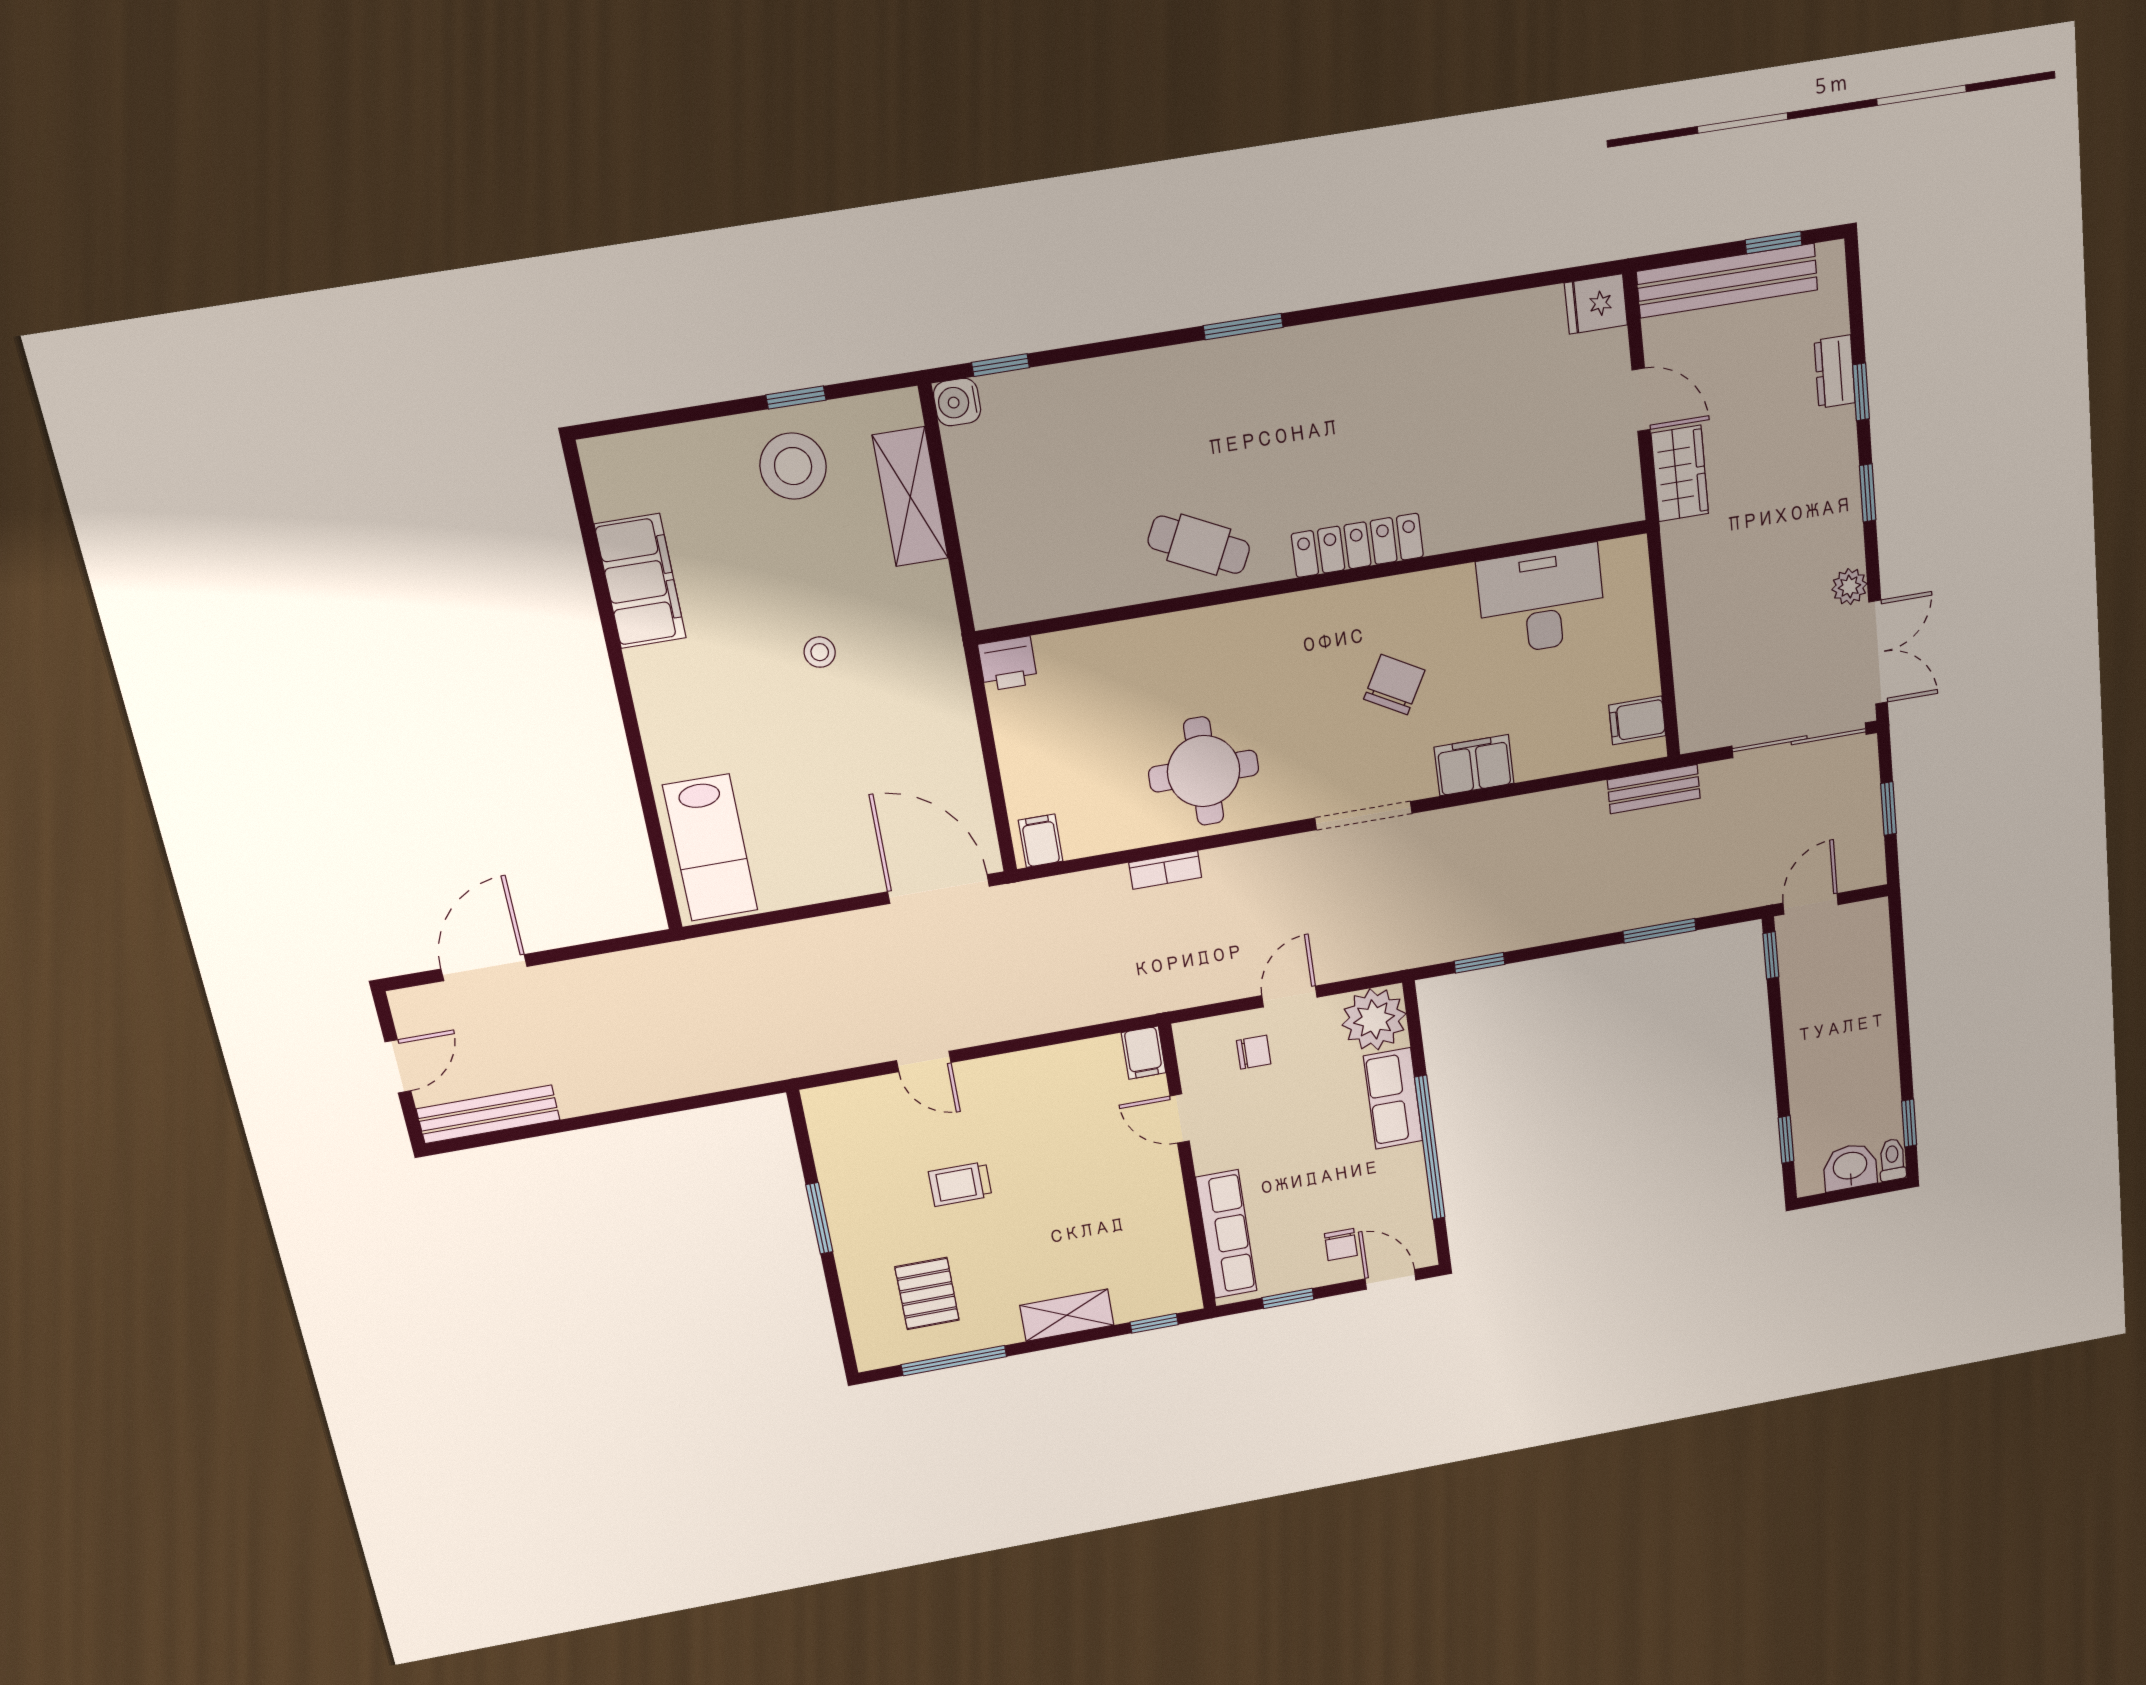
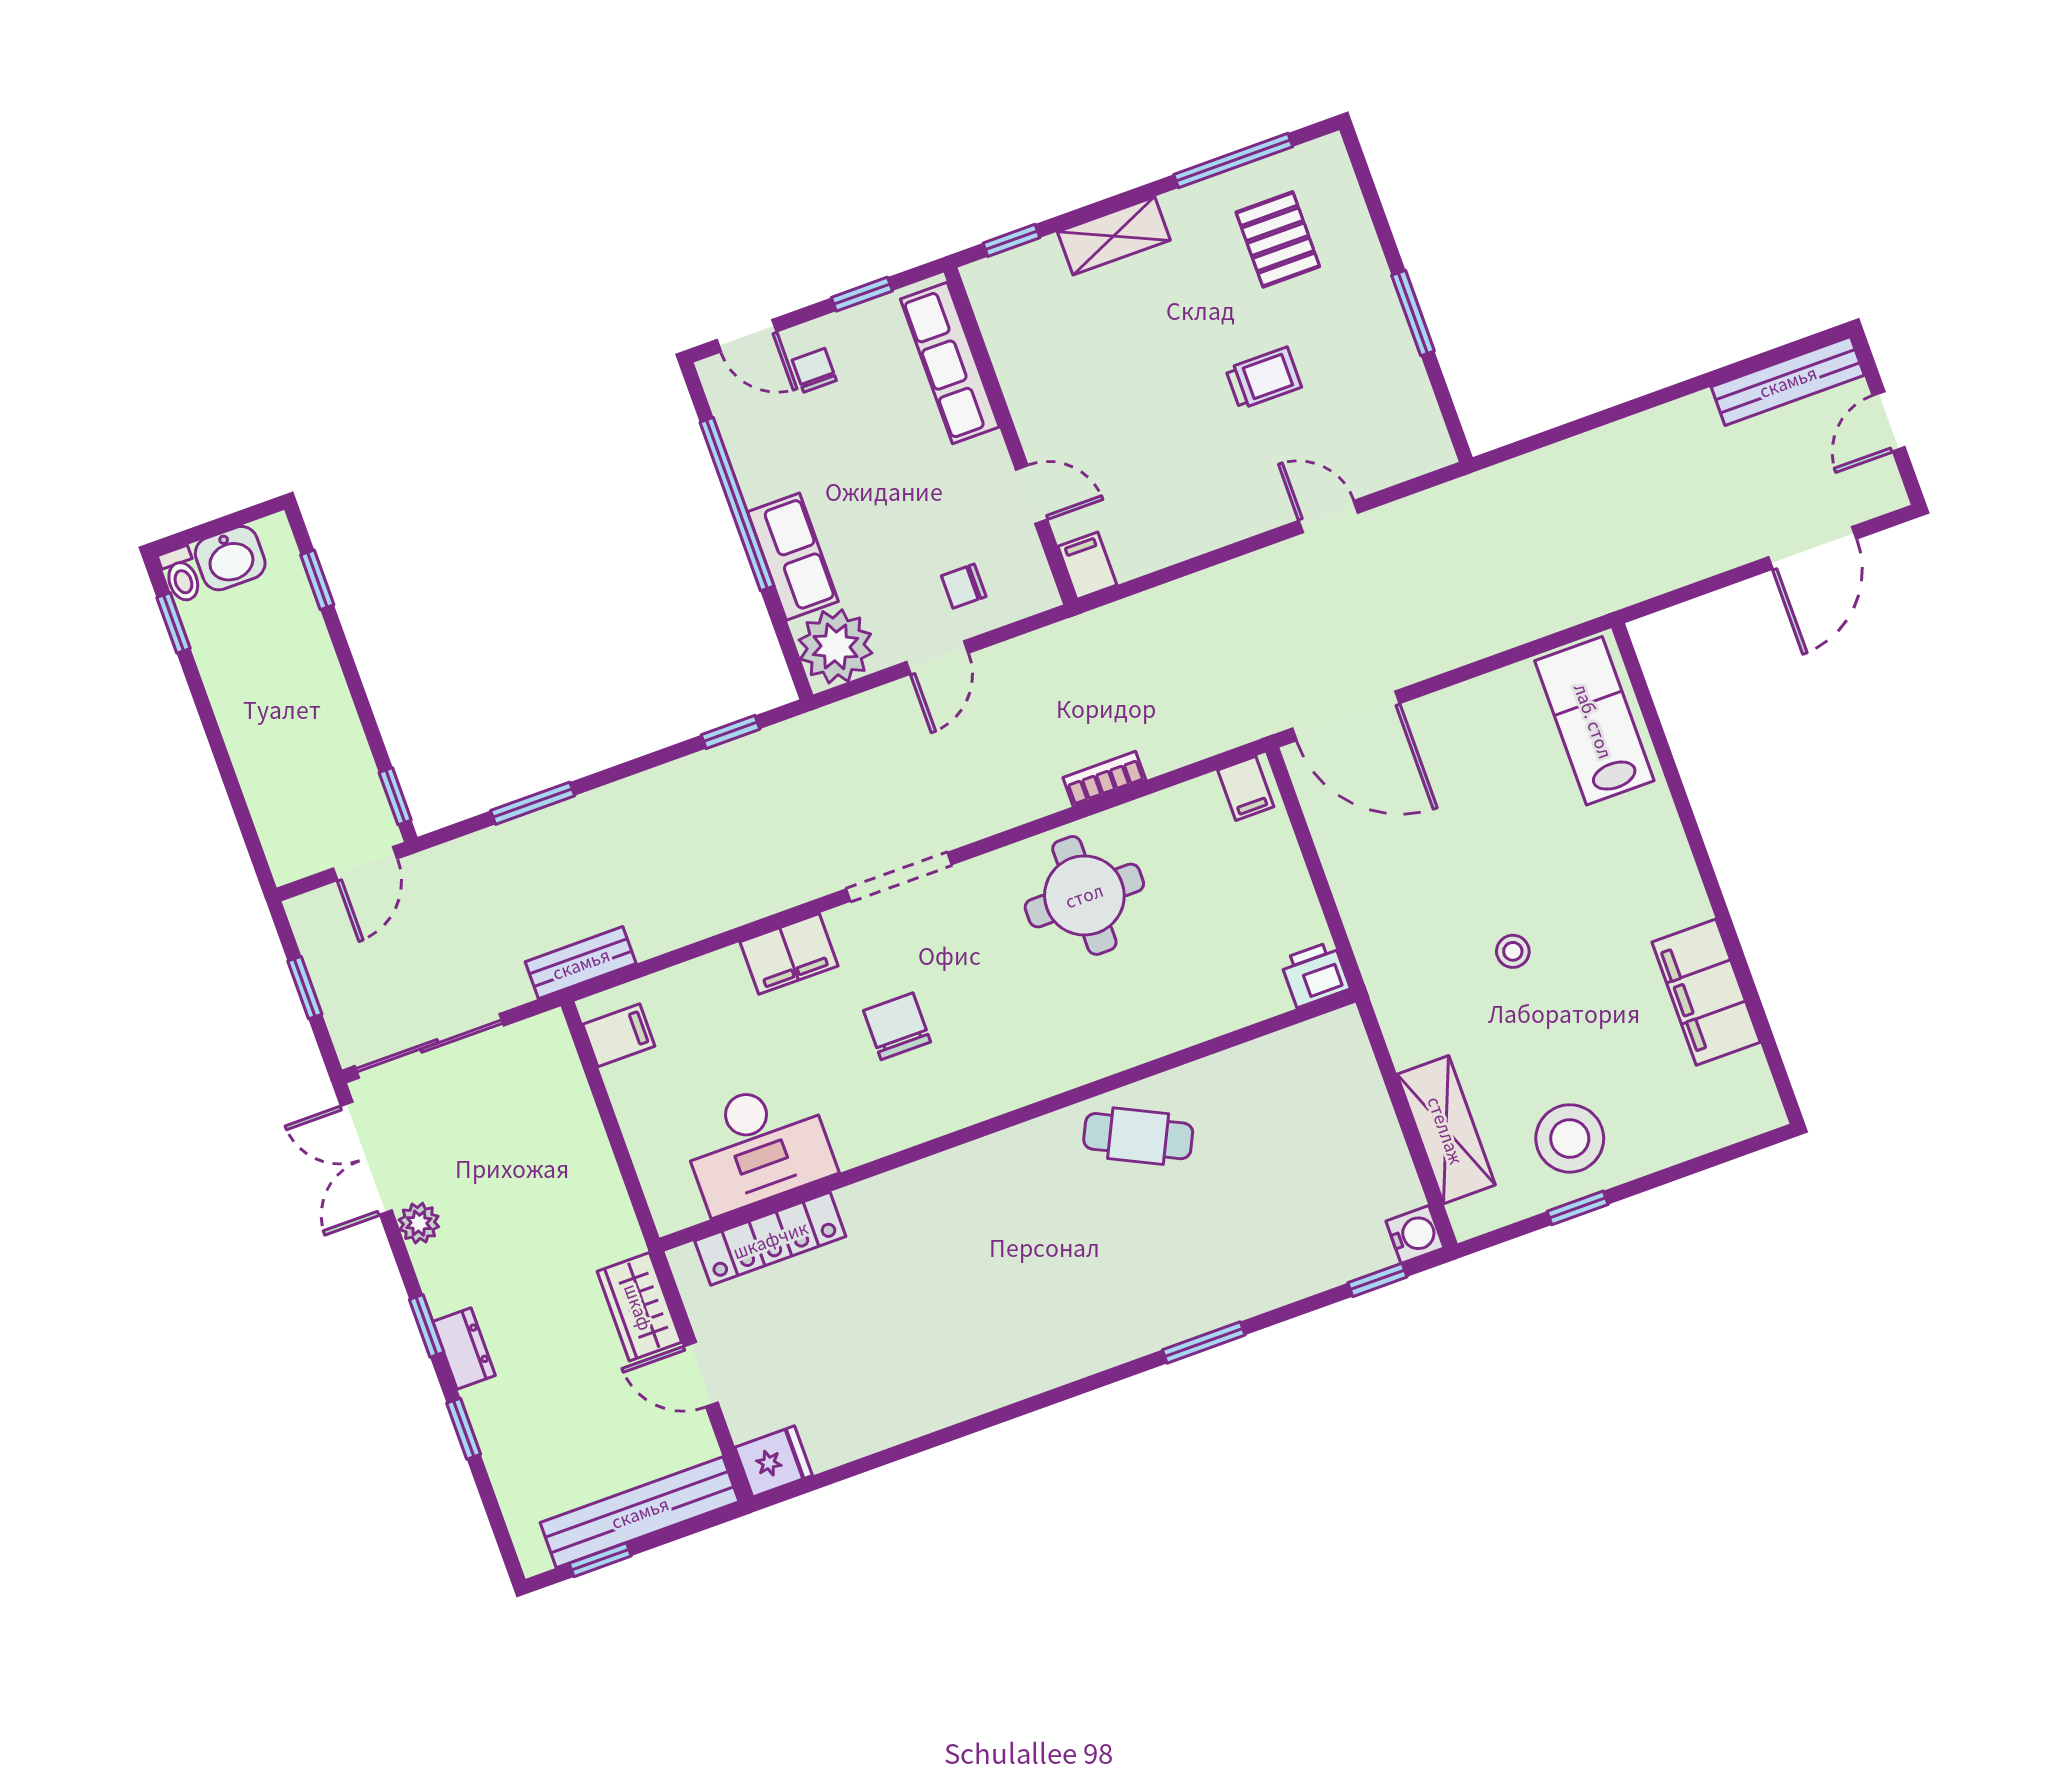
window: (1243, 327) -> (1204, 1342), moved
dresser: (1835, 372) -> (464, 1349), moved
locker: (1357, 545) -> (770, 1239), moved
chair: (1394, 685) -> (897, 1026), turned 151

